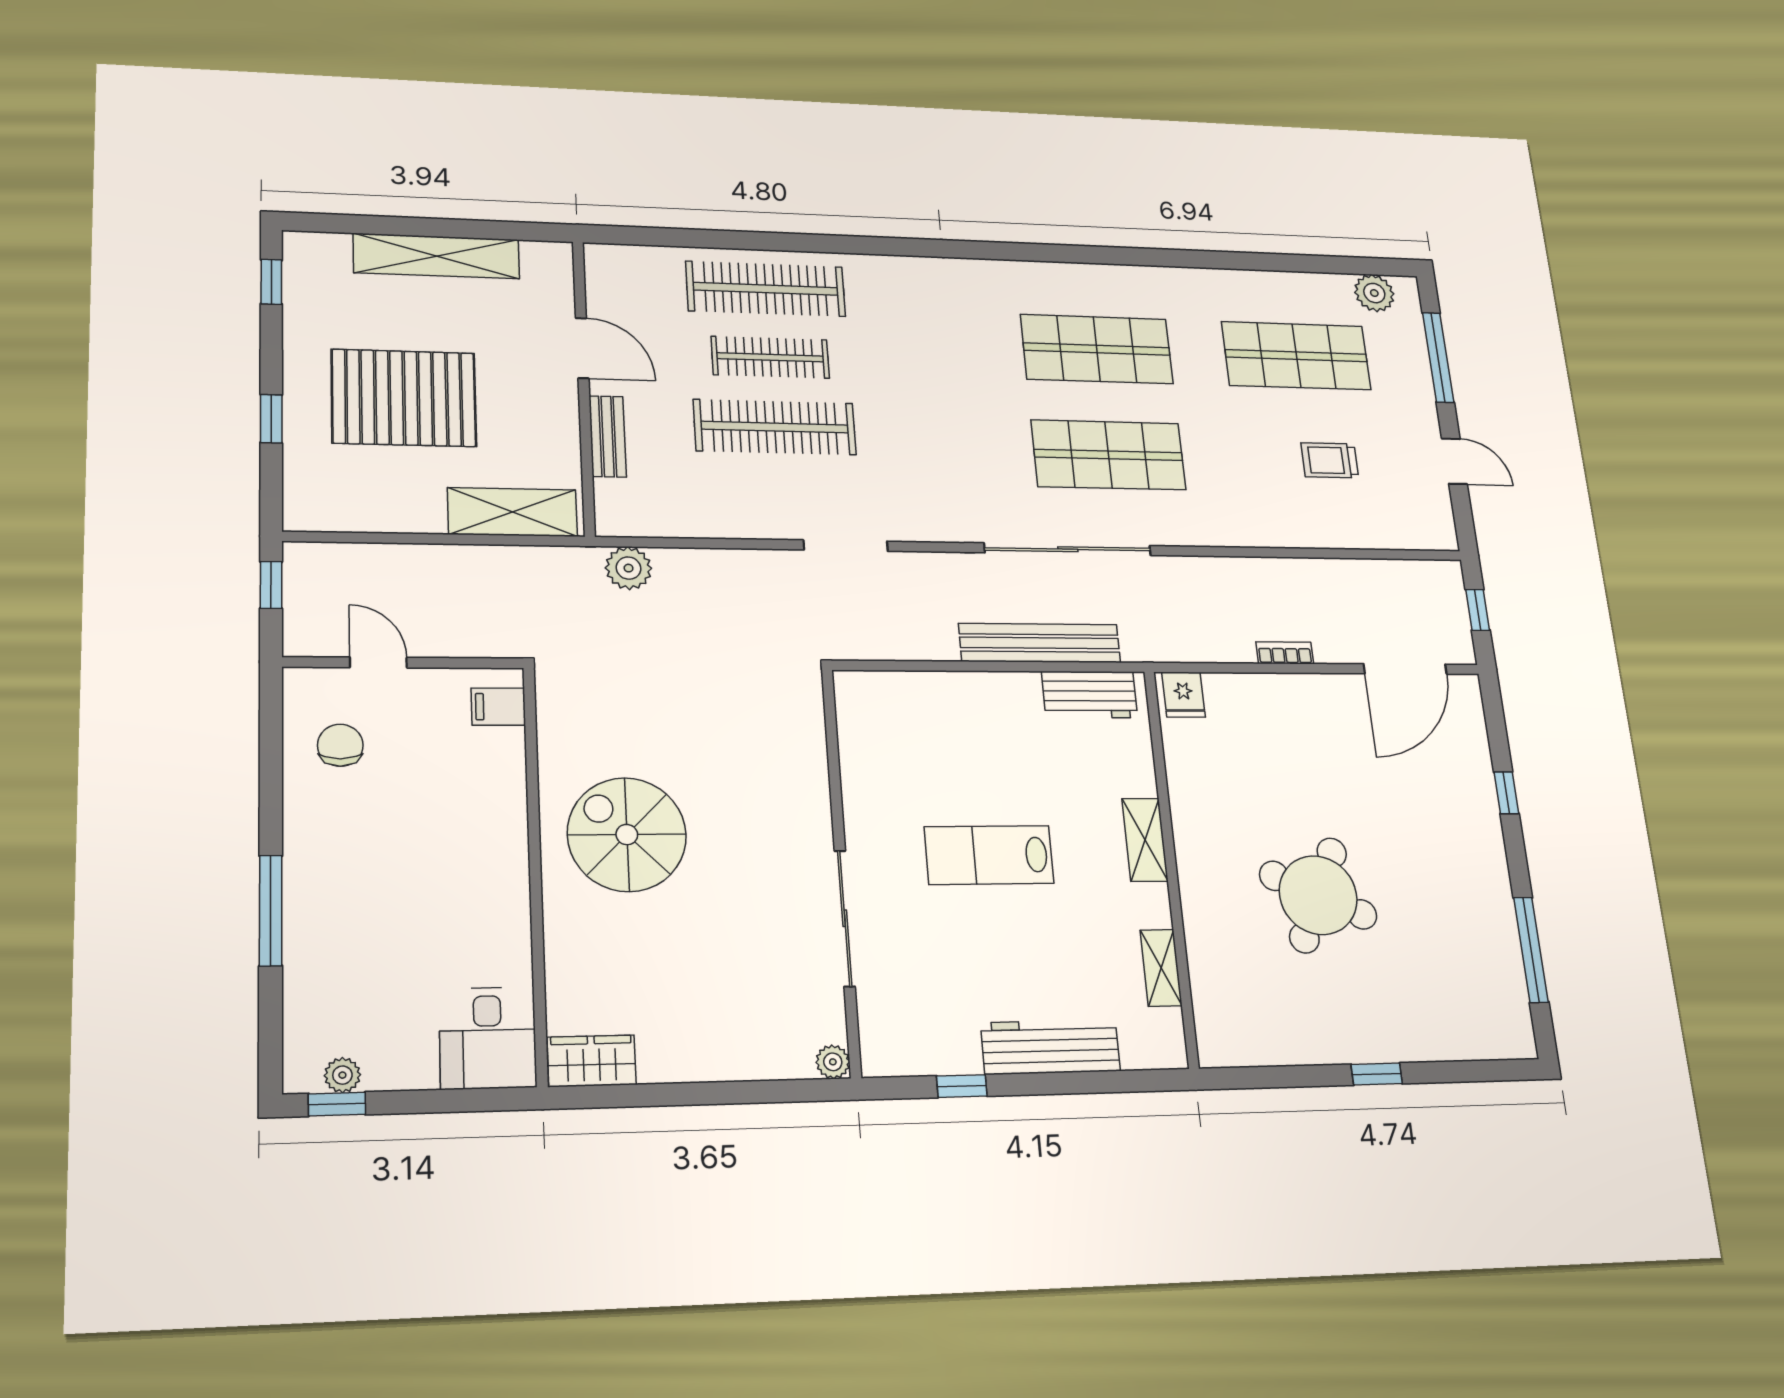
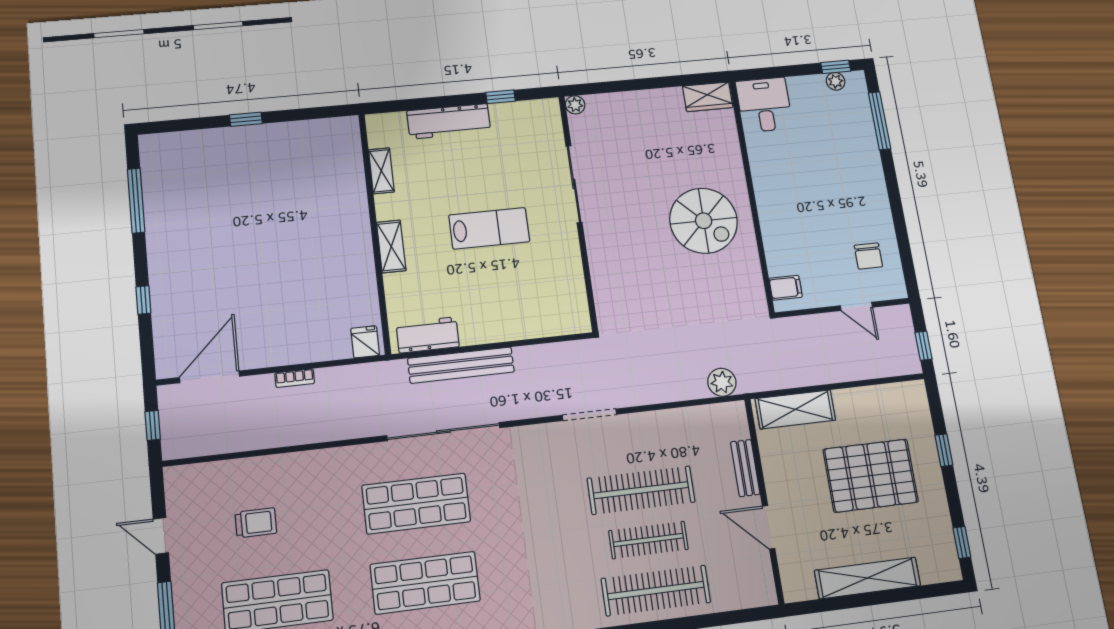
round table: (1318, 895) -> (279, 222), removed
window: (271, 910) -> (880, 121), moved

